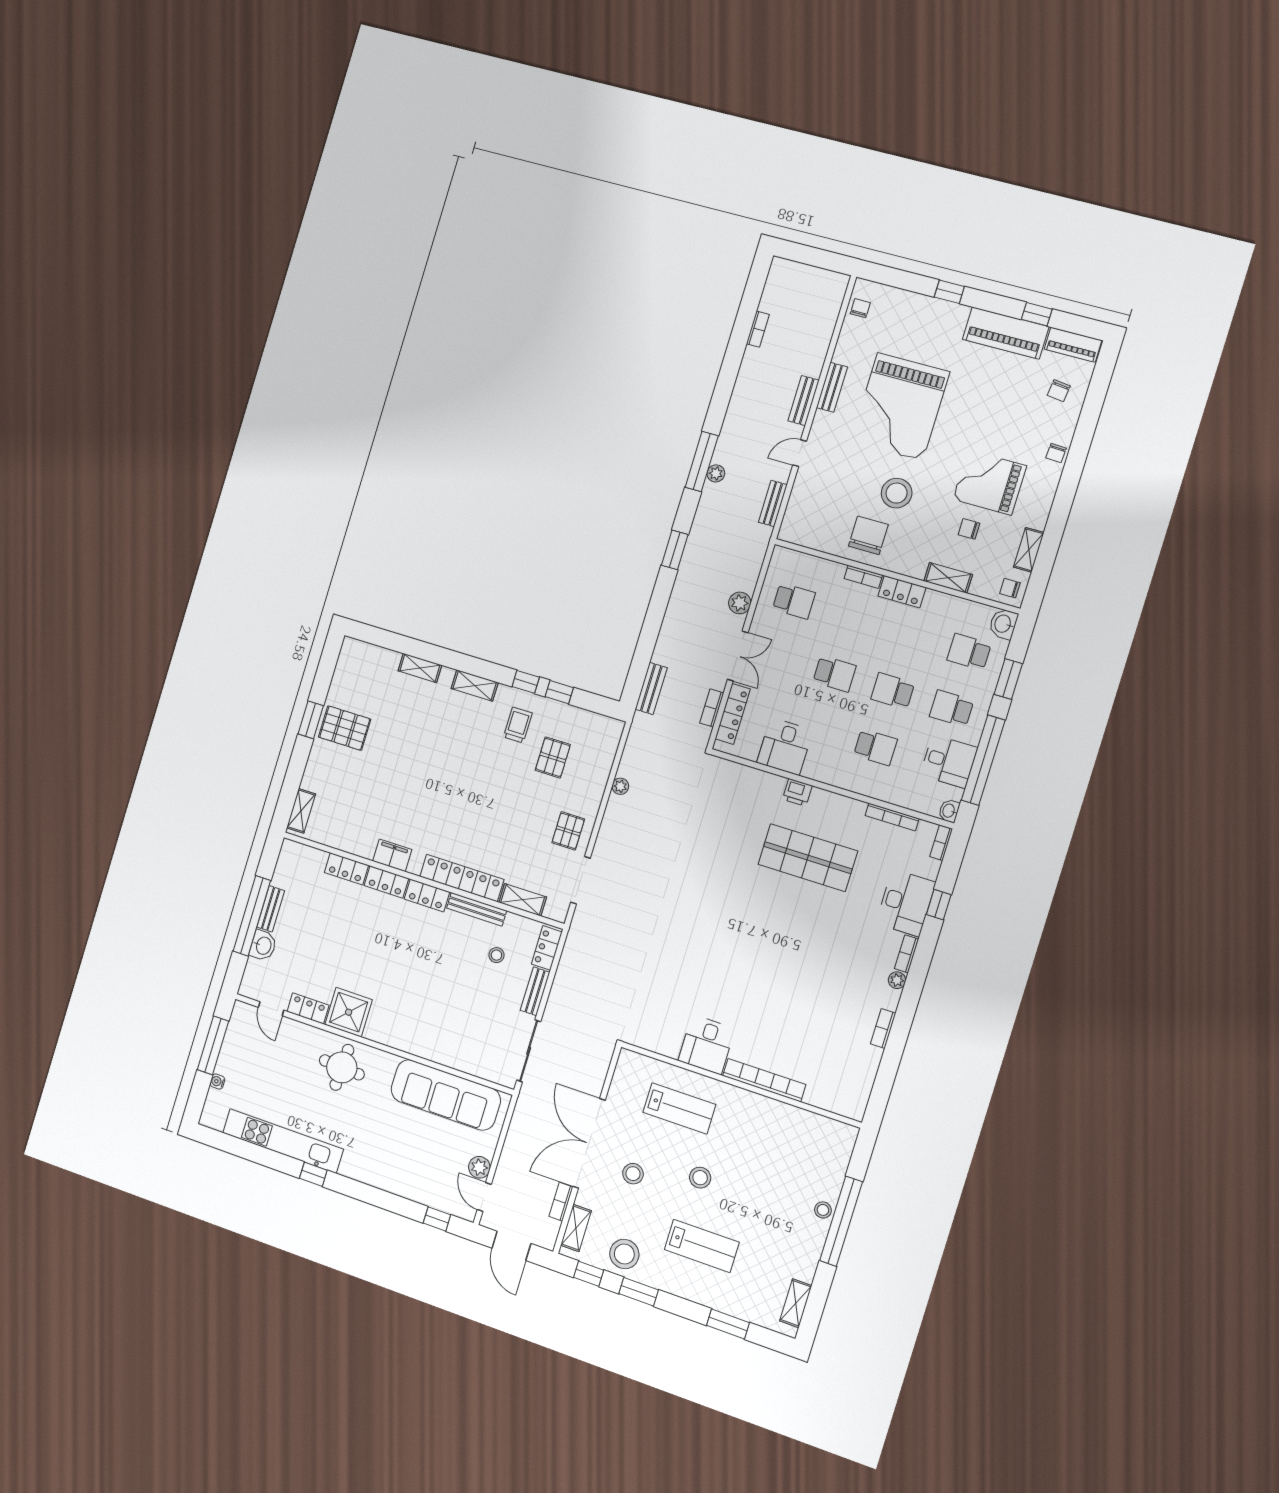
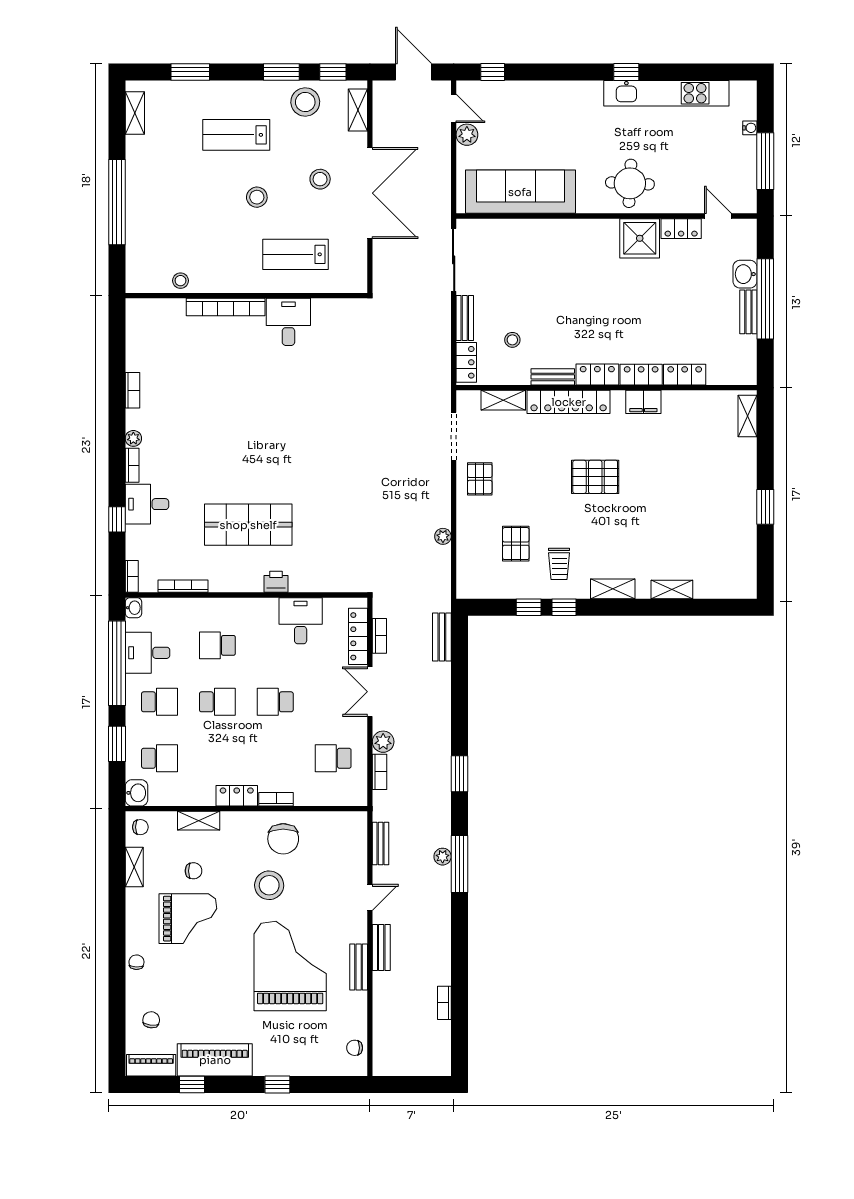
chair: (860, 308) -> (355, 1048), turned 90
pallet: (345, 728) -> (595, 477), moved
desk: (906, 903) -> (147, 504), width x0.73
bench: (477, 909) -> (553, 377), width x0.73
bookcase: (561, 1202) -> (379, 772), moved
stool: (823, 1210) -> (180, 281), moved

